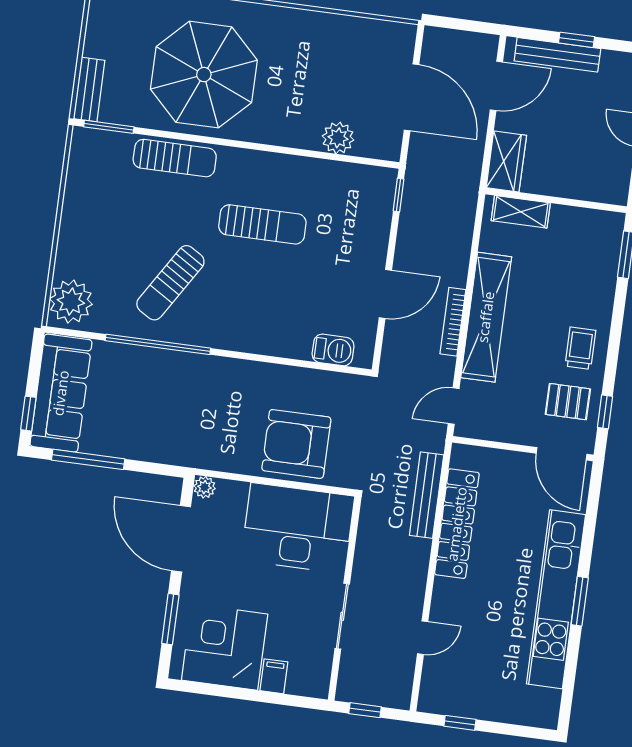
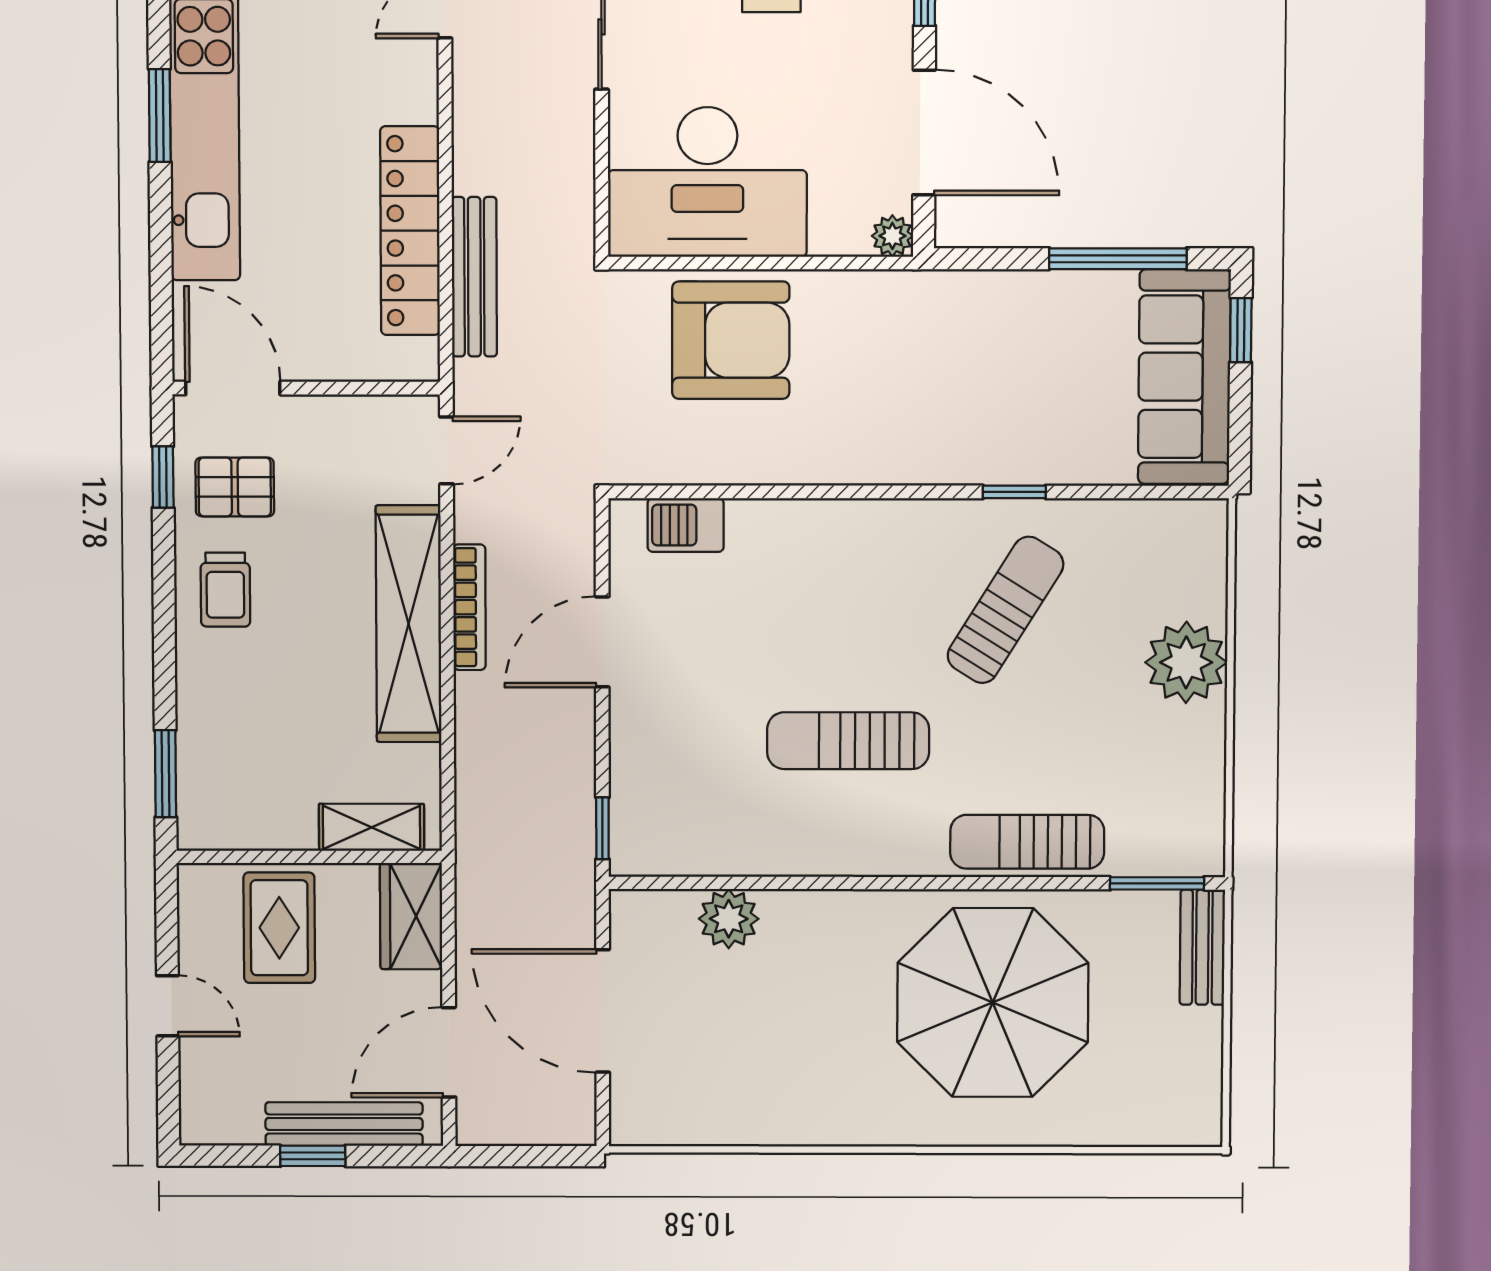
rug: (577, 165) -> (279, 928), added
plant: (71, 302) -> (1186, 662), moved
window: (158, 344) -> (1014, 492), width x0.32

